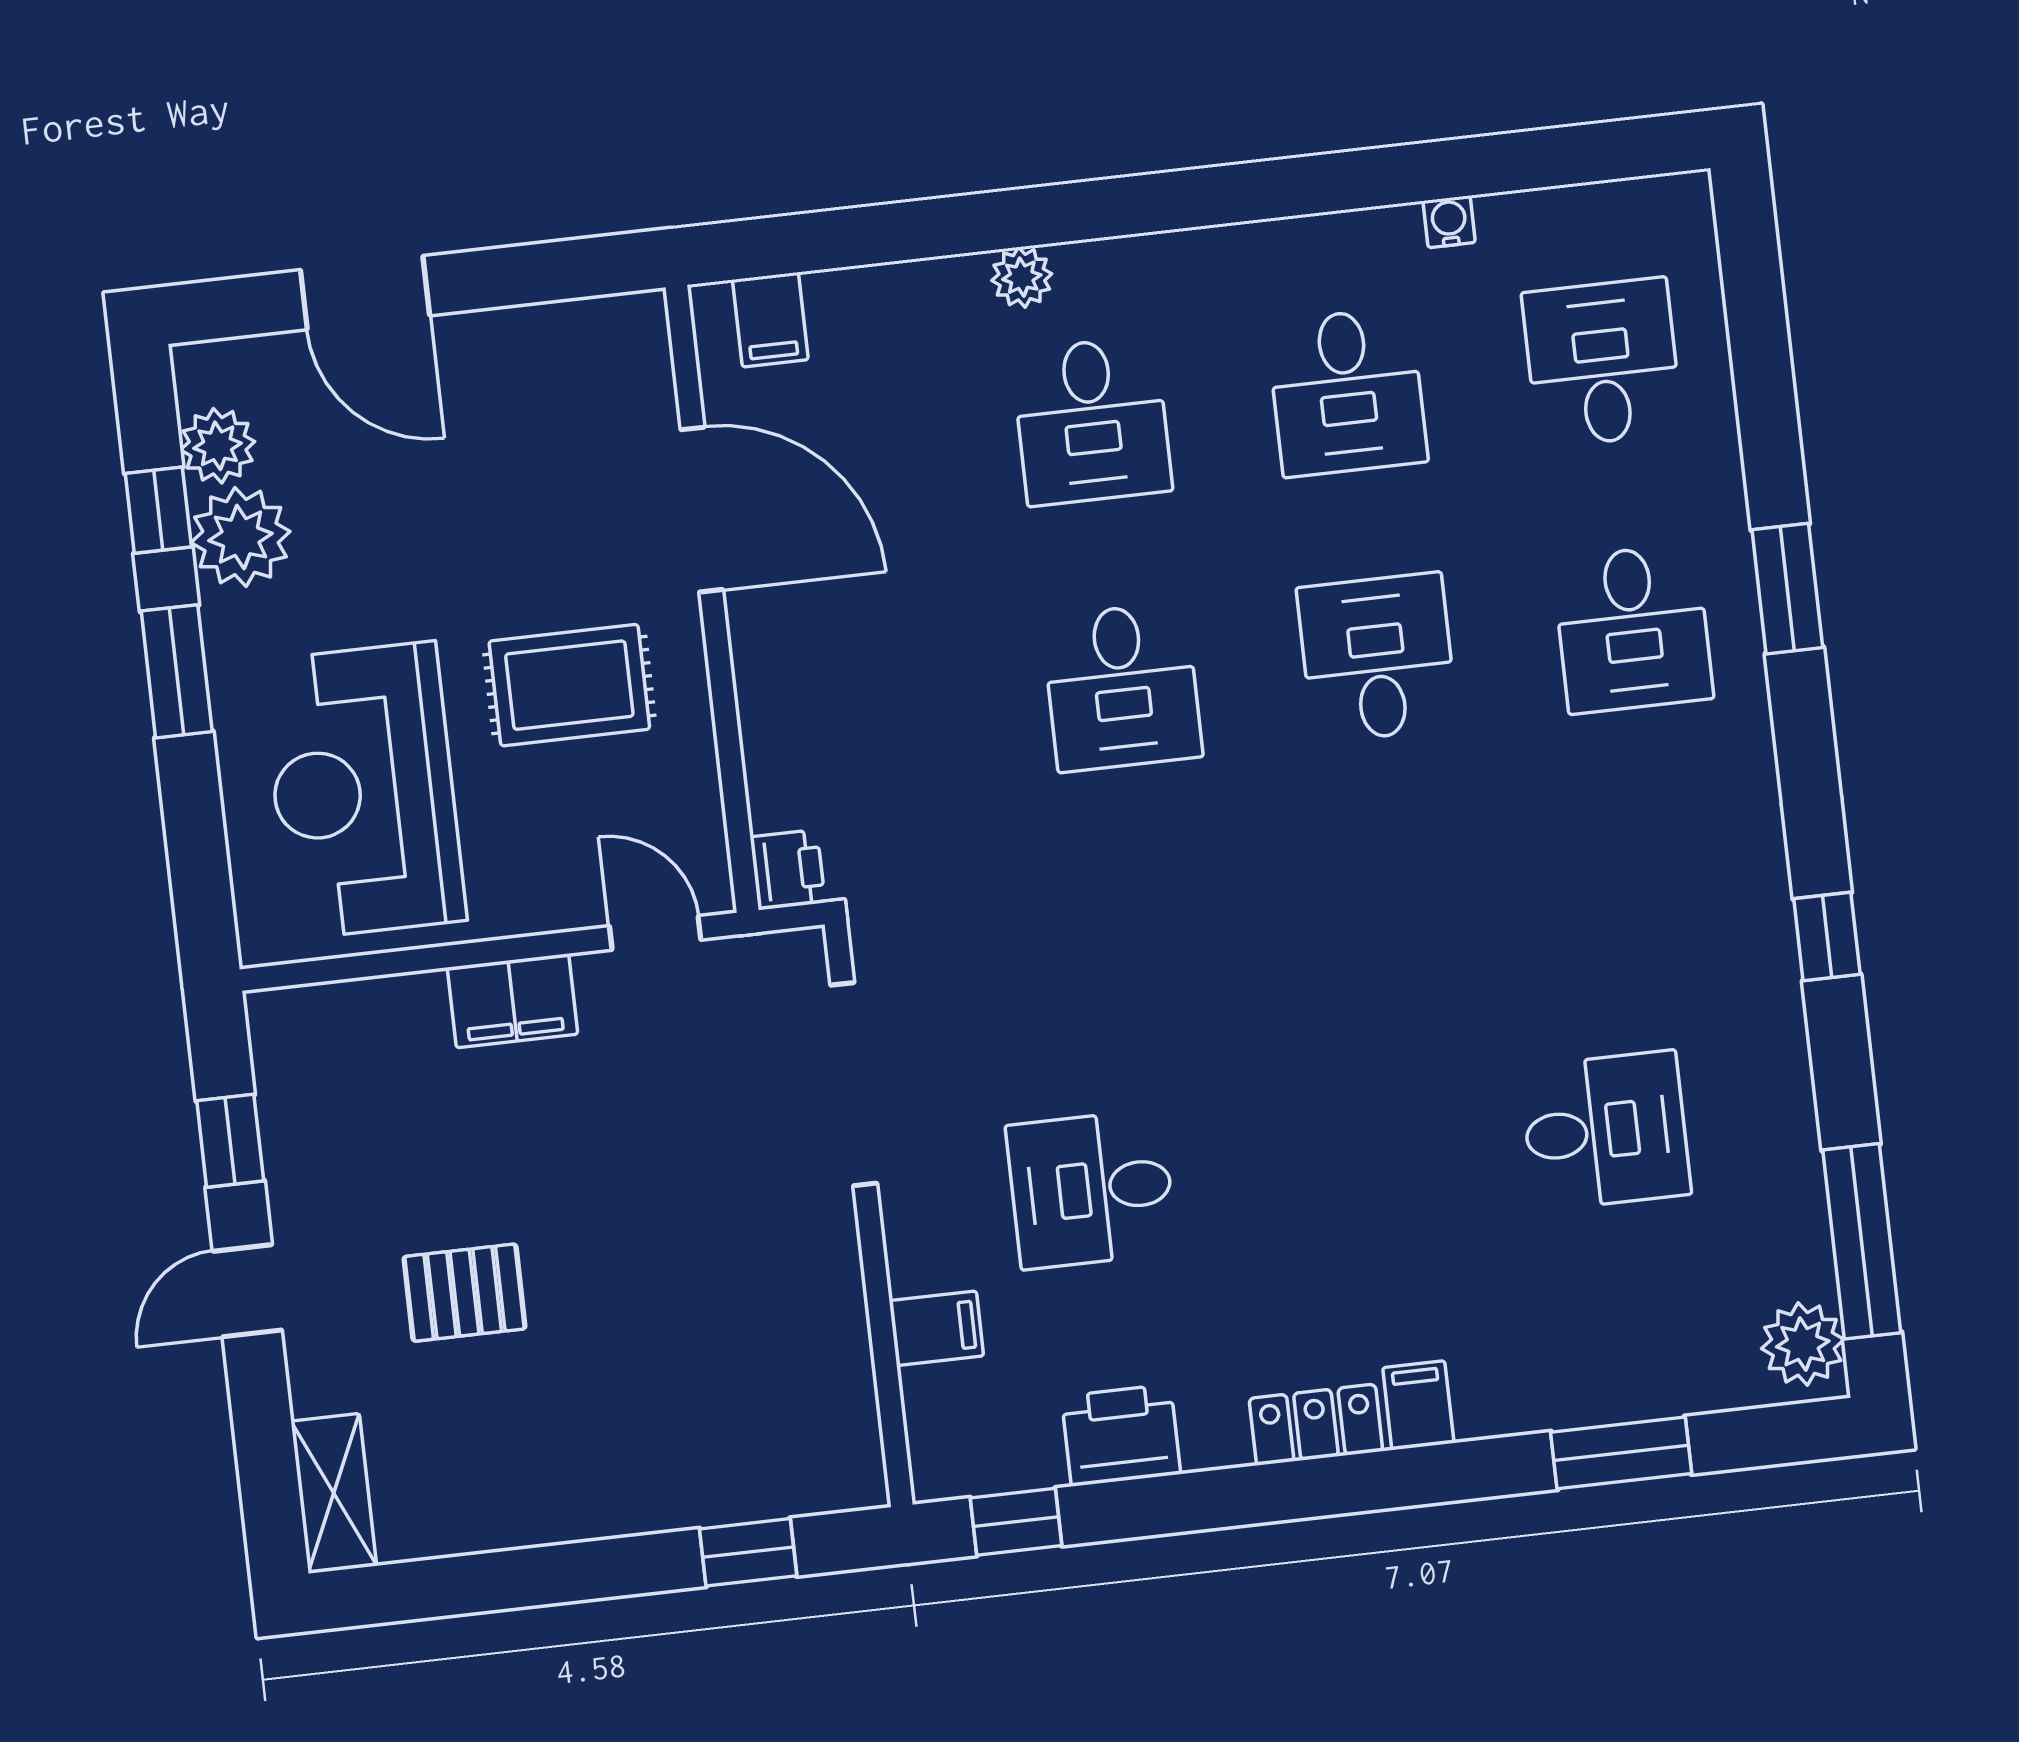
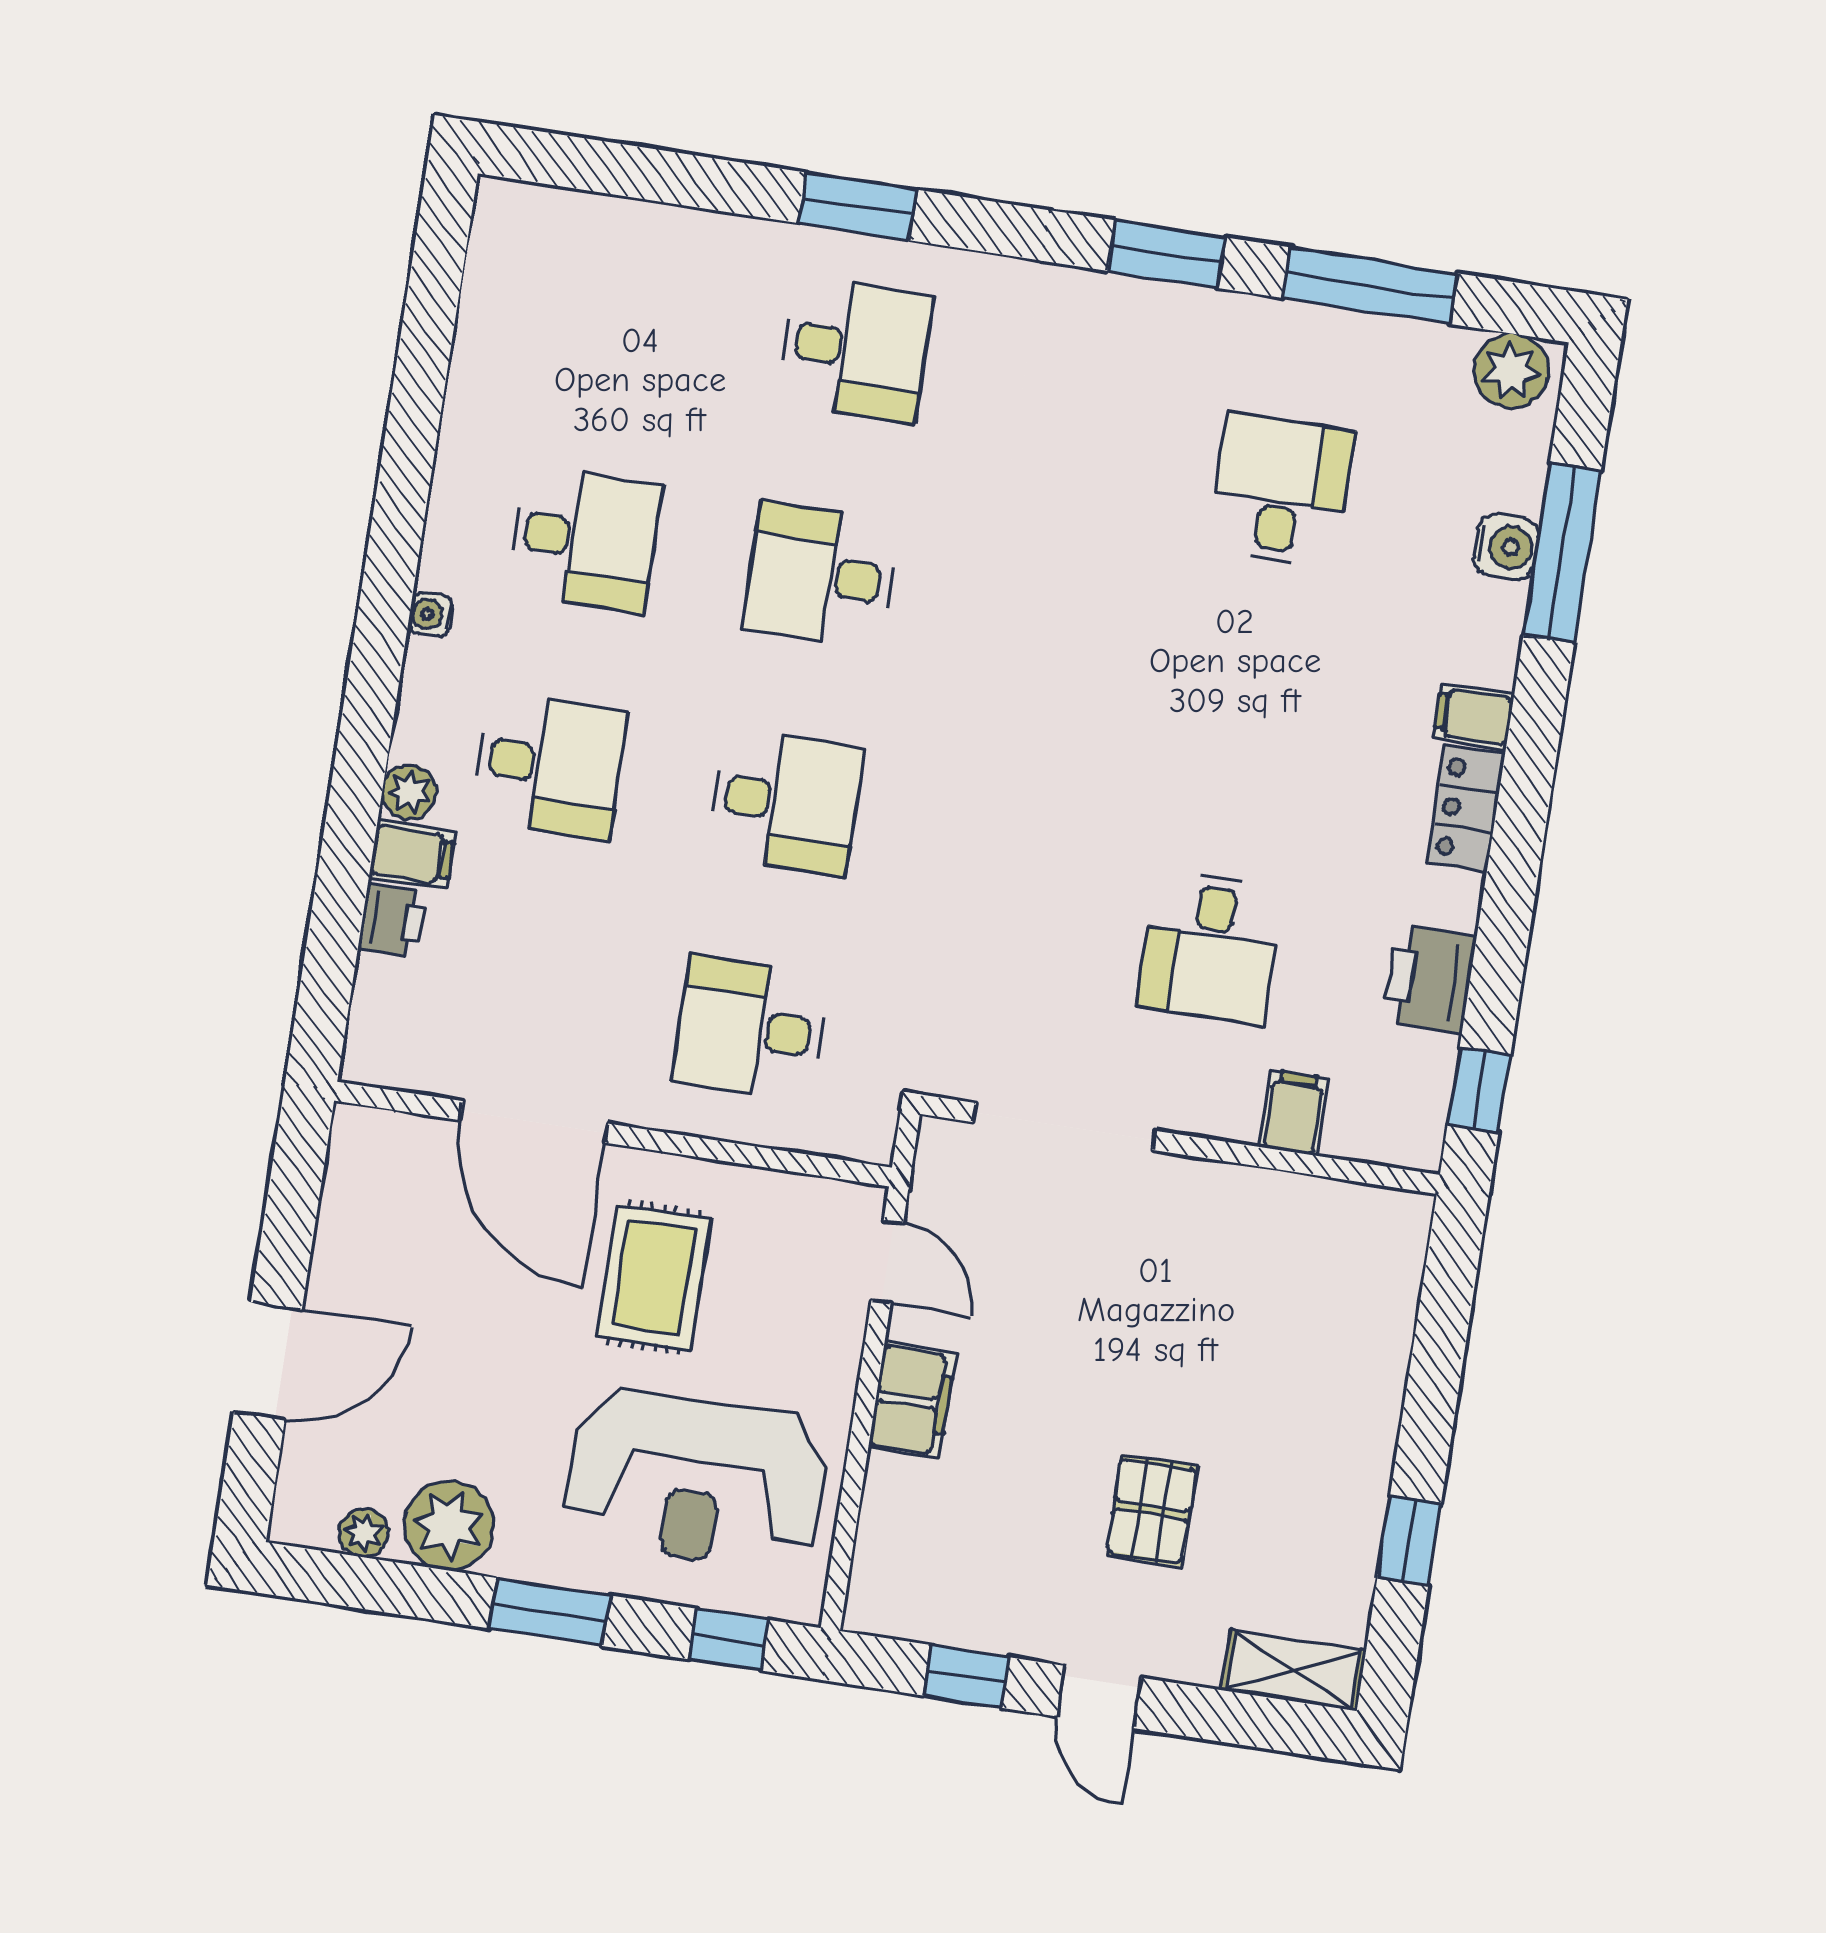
water cooler: (1449, 222) -> (431, 614), moved
filing cabinet: (770, 320) -> (412, 855), moved
desk: (1602, 363) -> (750, 1029), moved
plant: (218, 446) -> (364, 1533), width x0.73, depth x0.73
window: (158, 510) -> (729, 1640), moved
door: (702, 510) -> (534, 1122), swing flipped
printer: (788, 870) -> (392, 920), moved, turned 90
door: (655, 933) -> (887, 1262), swing flipped
window: (1827, 937) -> (1166, 254), width x1.50
window: (1862, 1241) -> (1370, 286), moved
water cooler: (1611, 1391) -> (1506, 547), added
window: (1621, 1453) -> (1562, 553), width x1.44
window: (748, 1552) -> (1409, 1541), moved

